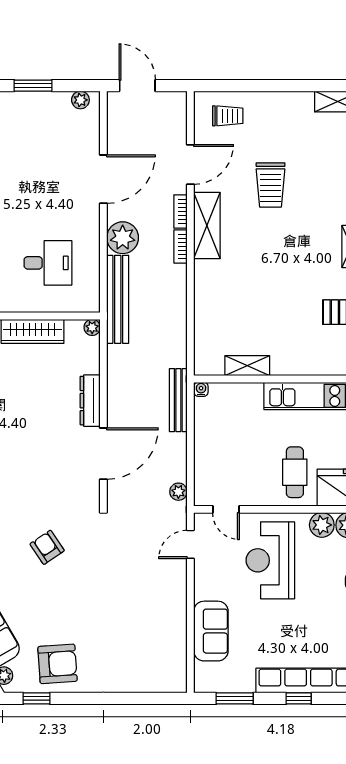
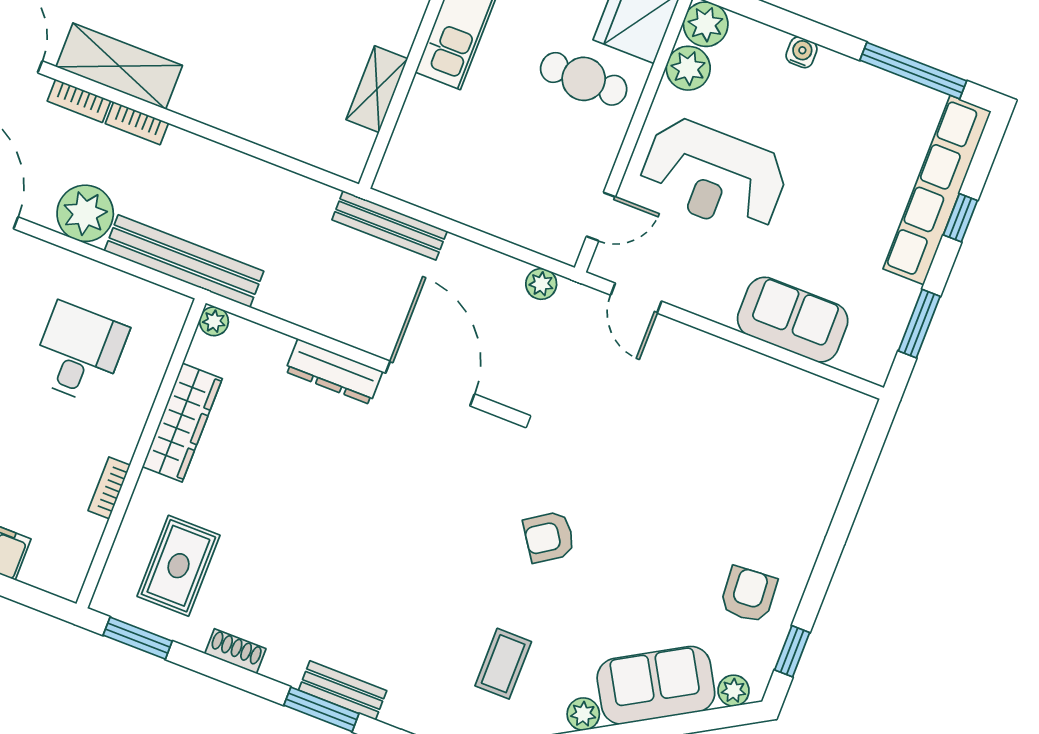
water cooler: (201, 389) -> (386, 181), removed
armchair: (57, 664) -> (748, 595), width x0.72, depth x0.72

